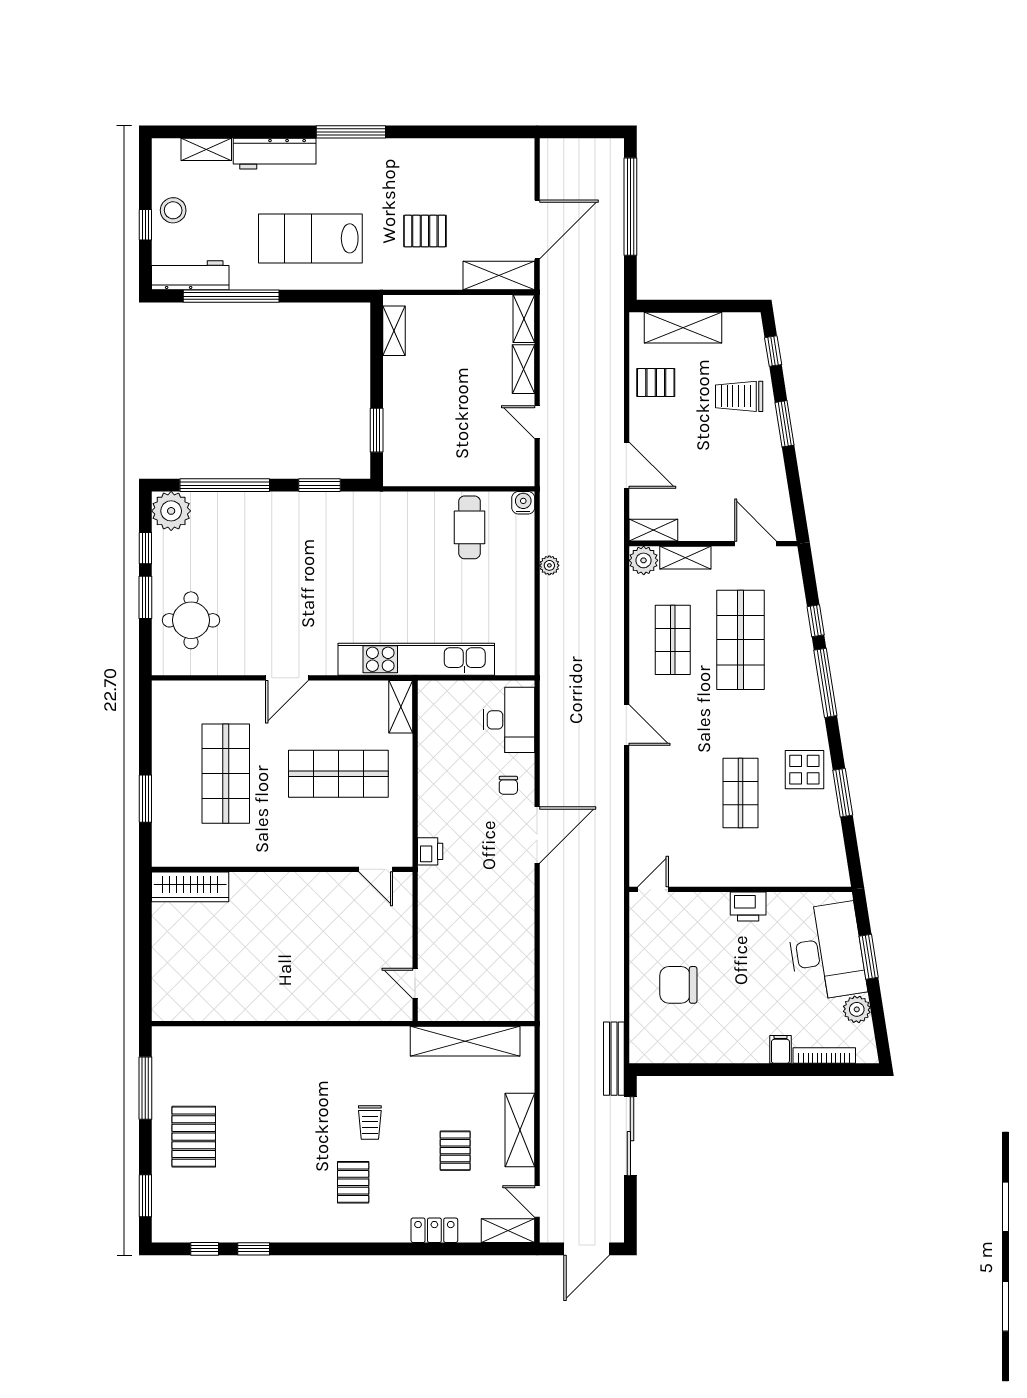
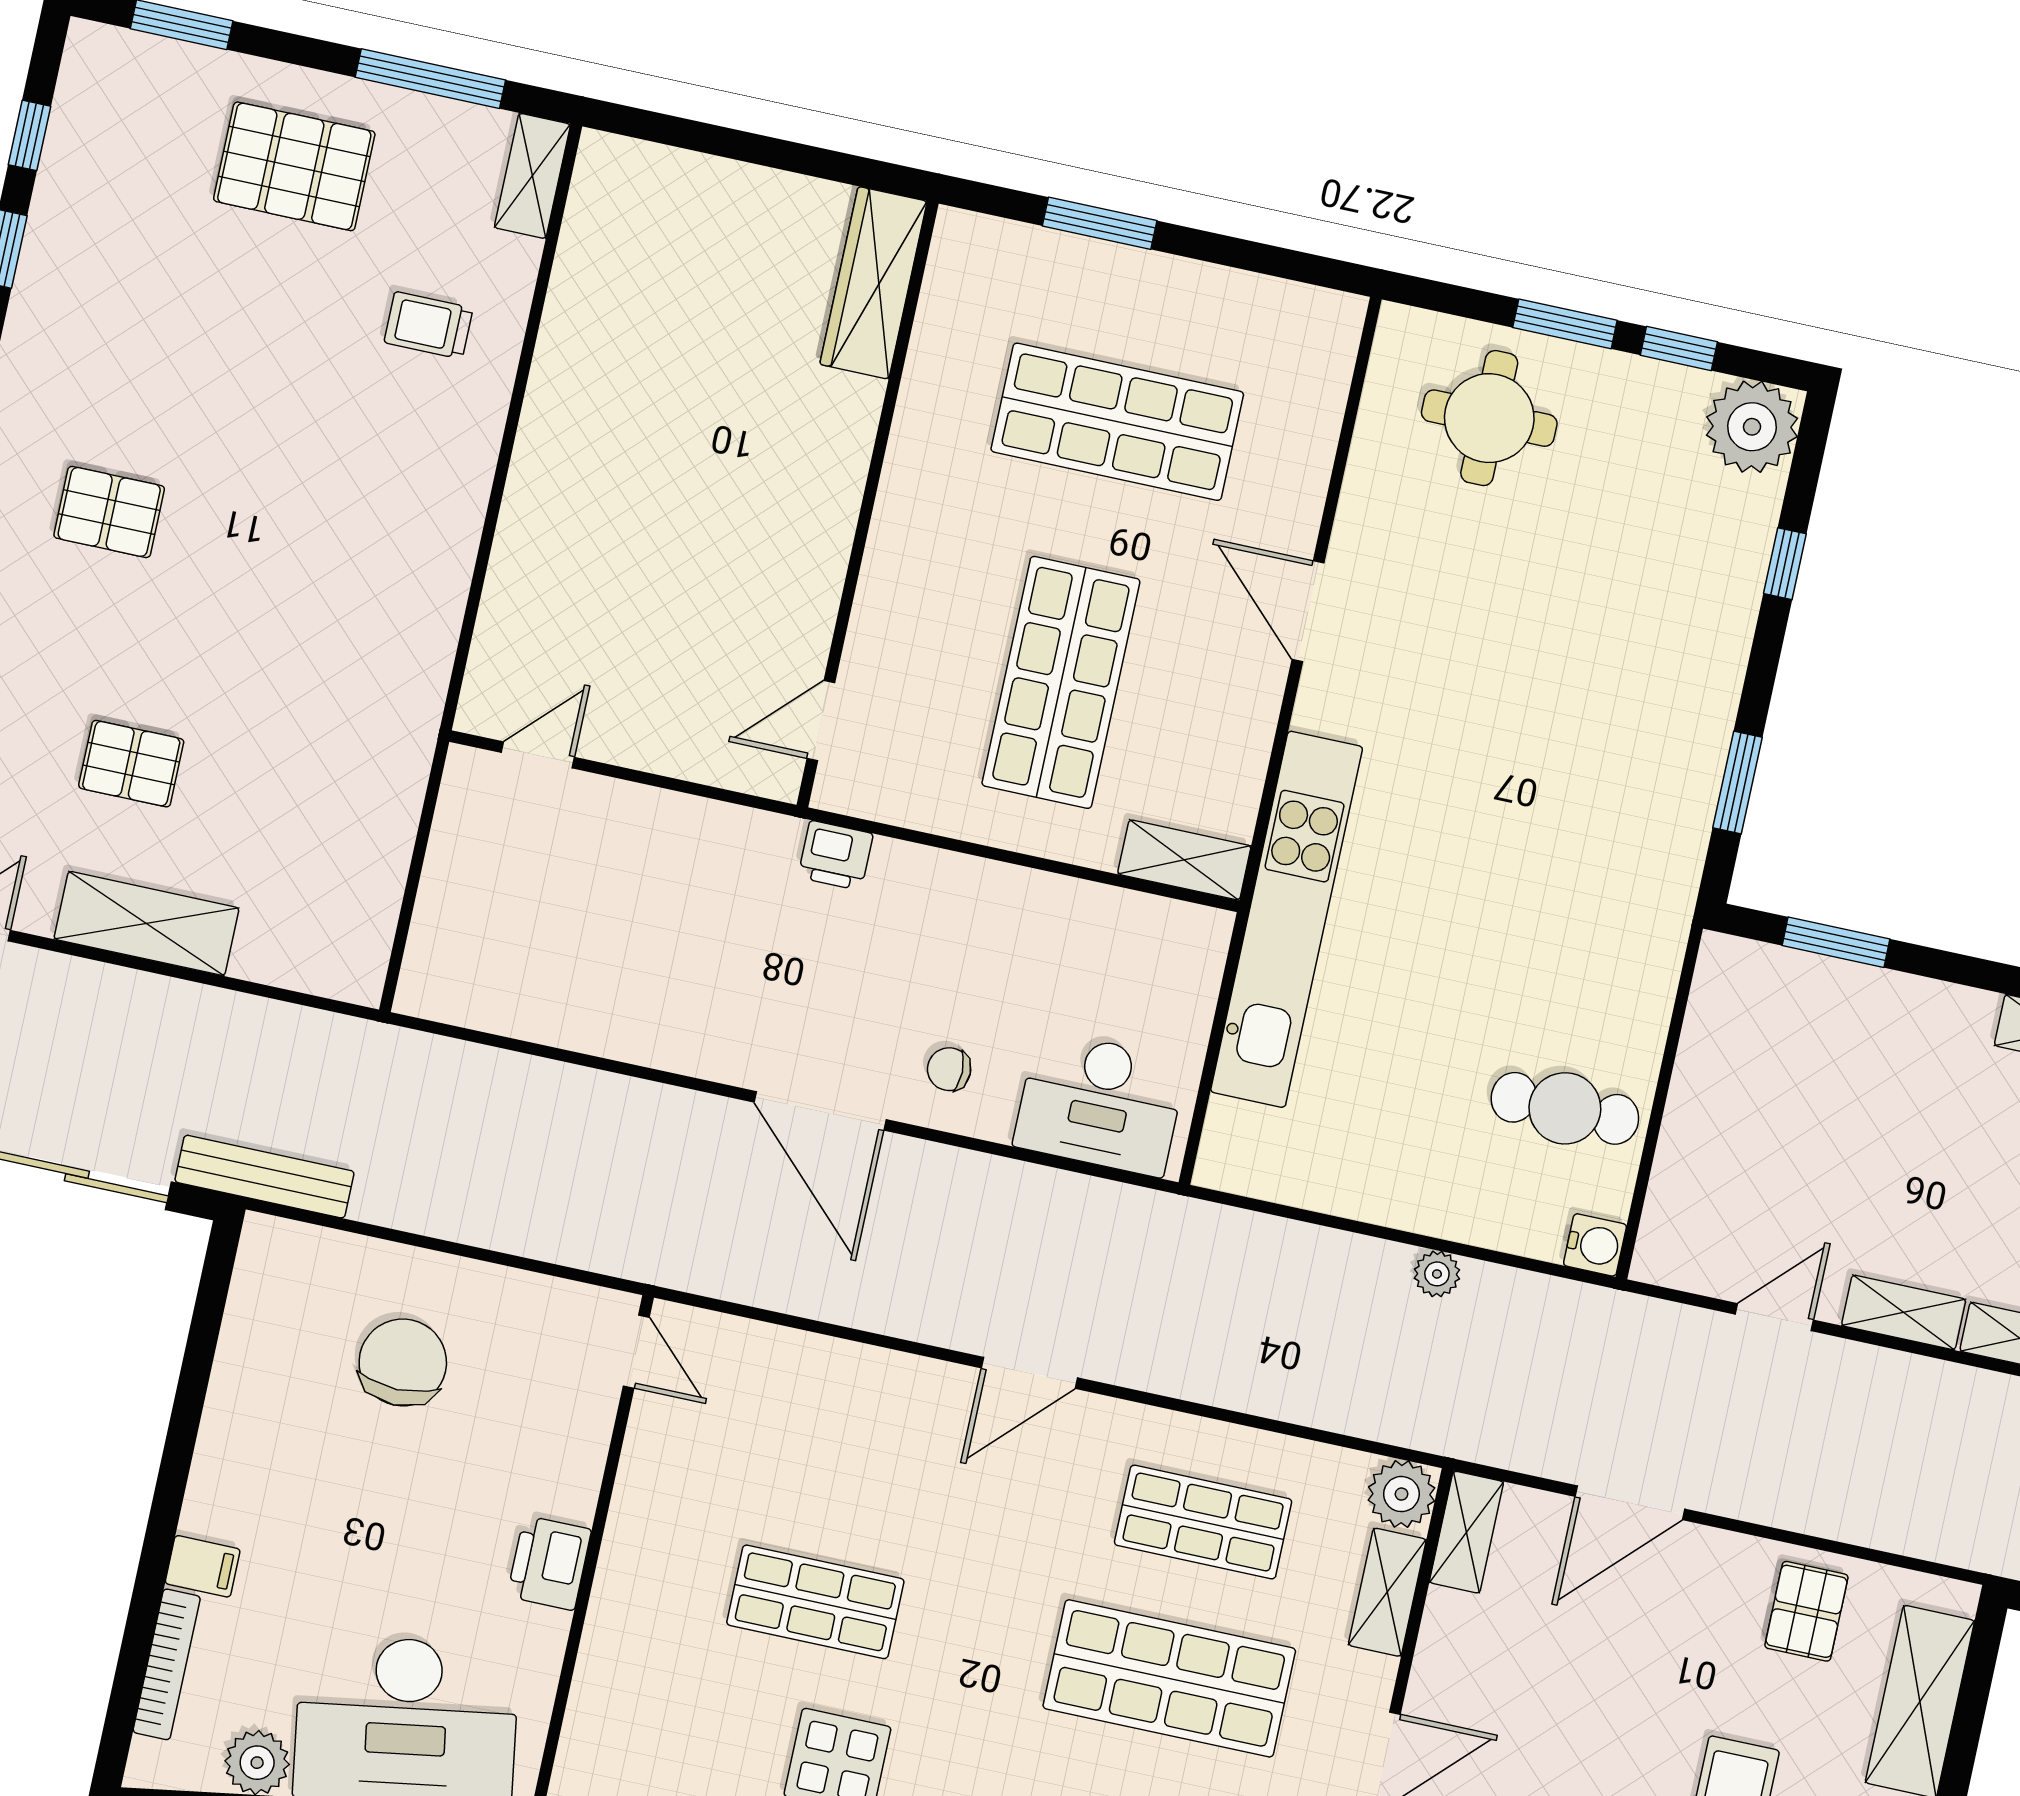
window: (225, 485) -> (1785, 564), width x0.32
shelving: (465, 1041) -> (532, 176), moved, width x0.45, depth x0.75
trolley: (370, 1122) -> (428, 325), moved

